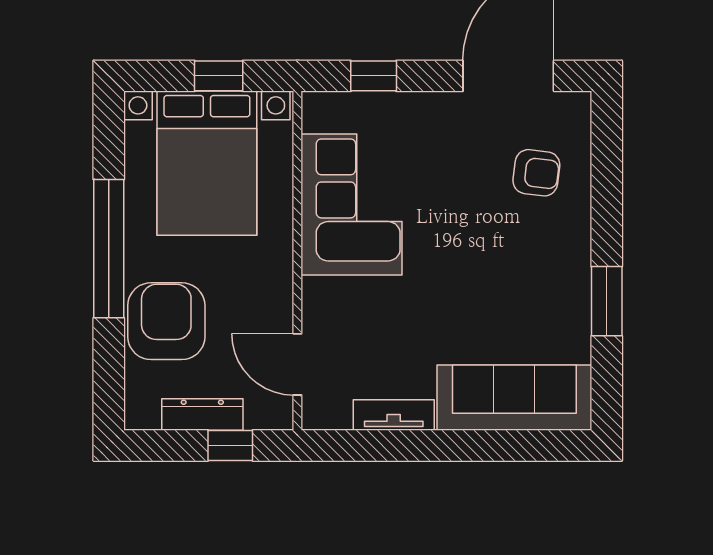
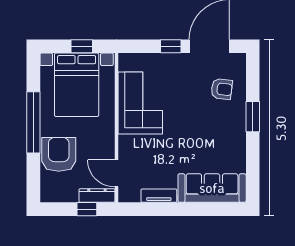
window: (374, 76) -> (171, 46), moved
window: (607, 301) -> (253, 117), moved
dresser: (202, 415) -> (97, 195), moved

